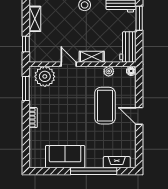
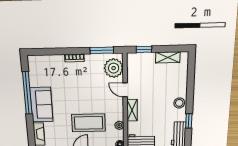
door: (69, 64) -> (125, 90), swing flipped
sofa: (65, 157) -> (41, 105), moved
window: (94, 171) -> (27, 93), moved

